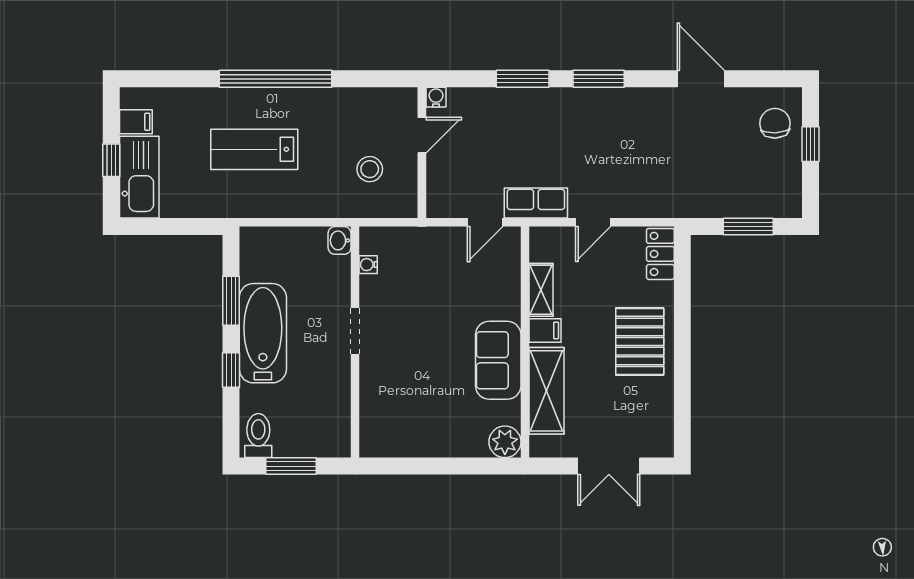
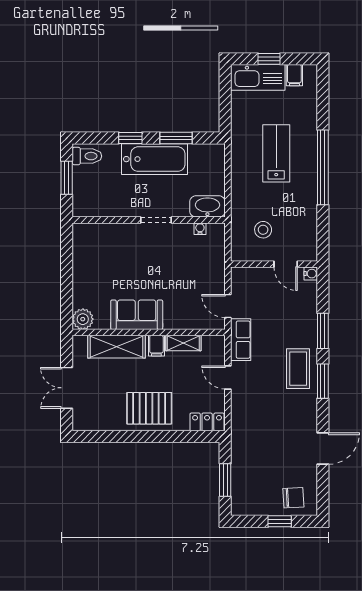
coffee table: (580, 116) -> (298, 369), added
washbasin: (340, 240) -> (207, 206), width x1.91, depth x1.45

